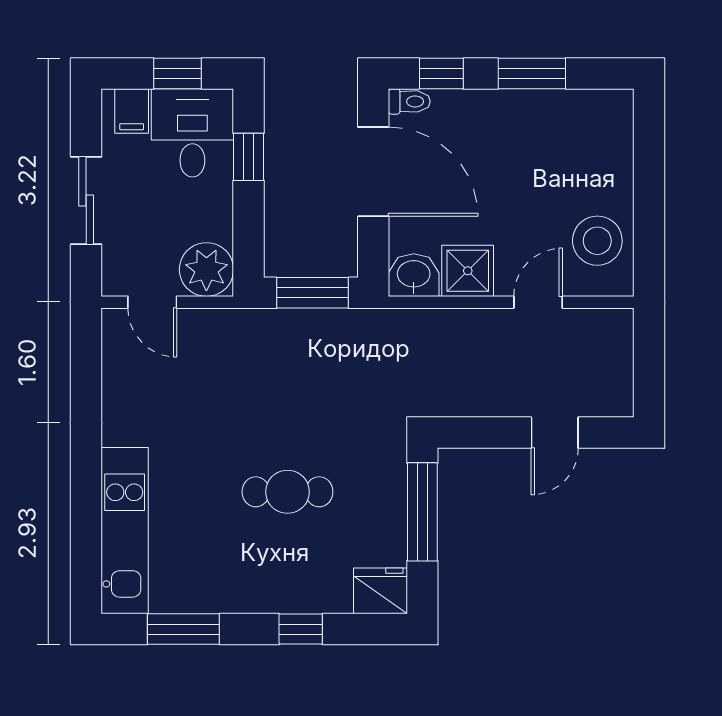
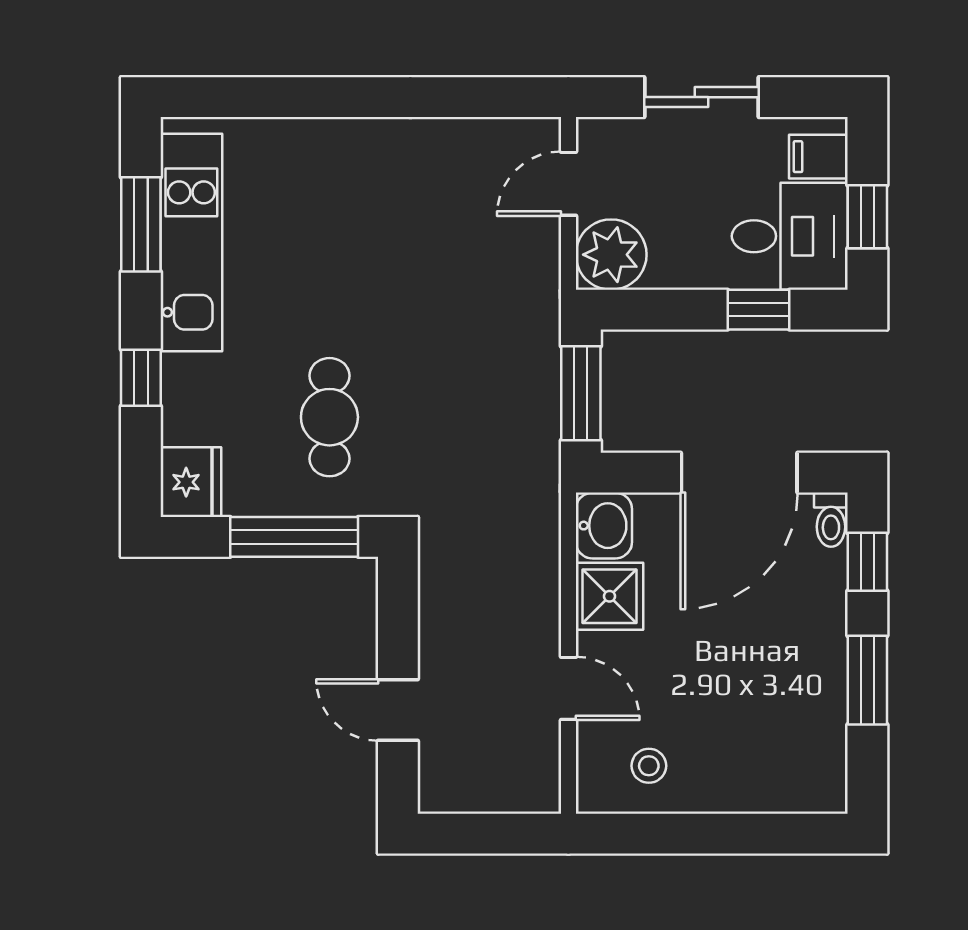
stool: (597, 241) -> (649, 766), width x0.53, depth x0.53
cafe table: (287, 492) -> (329, 417), moved
kitchen unit: (125, 531) -> (191, 242), moved, turned -90

